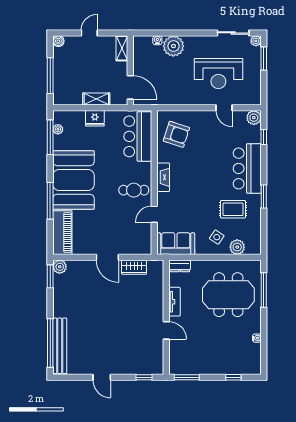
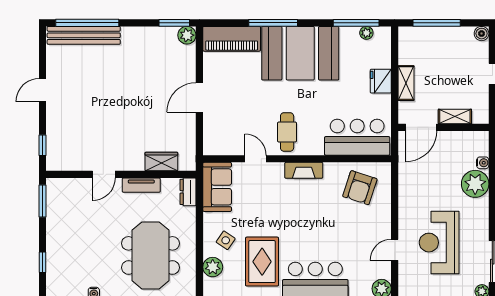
shelving: (122, 48) -> (455, 116), moved
rug: (233, 209) -> (262, 262), width x1.36, depth x1.43
wardrobe: (134, 267) -> (161, 162), moved, turned 90

